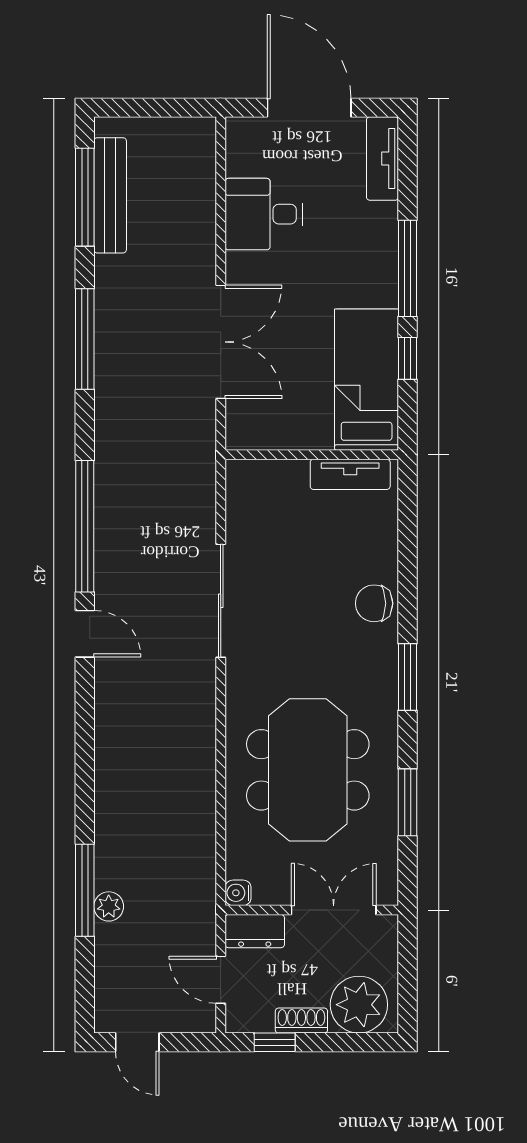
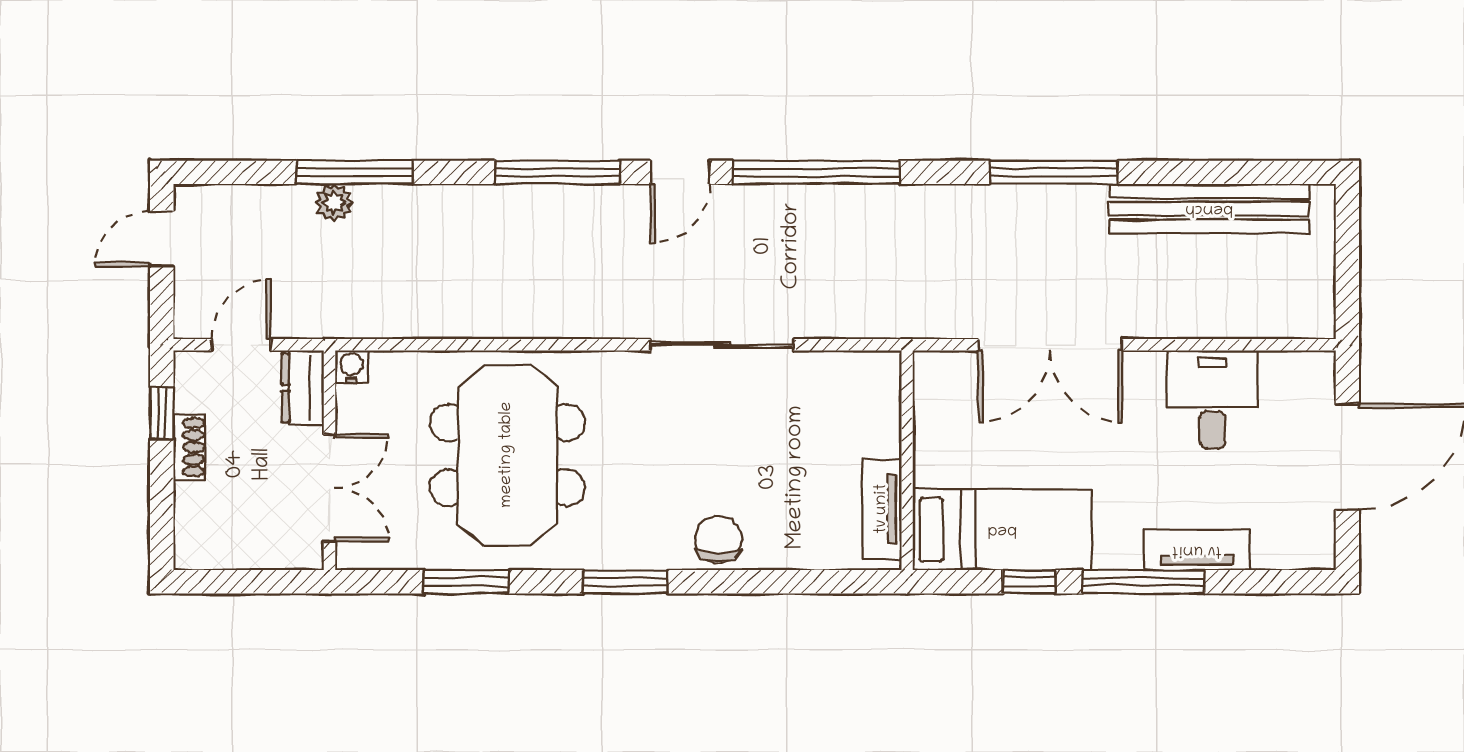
tv unit: (382, 159) -> (1197, 550), moved
bench: (110, 195) -> (1209, 209), width x1.37, depth x1.21
window: (85, 197) -> (558, 172), moved
meeting table: (308, 770) -> (507, 455), turned 90
plant: (359, 1005) -> (210, 520), removed

